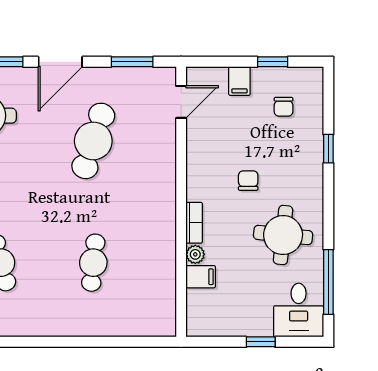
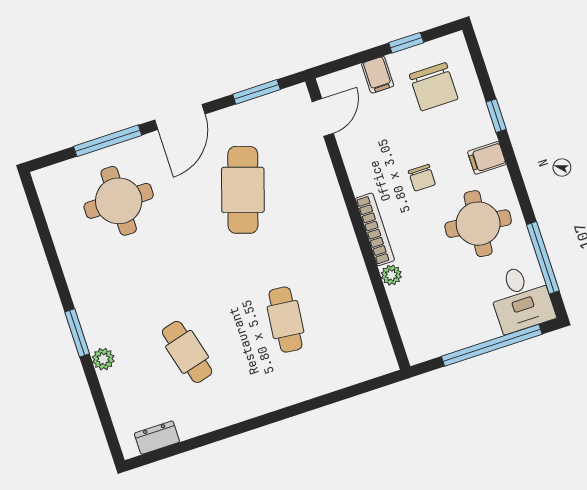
chair: (284, 107) -> (434, 87), width x1.87, depth x1.87
chair: (248, 181) -> (422, 178), turned 180
bookcase: (194, 223) -> (375, 229), width x1.56
filing cabinet: (201, 277) -> (487, 158), moved, turned 180
window: (261, 342) -> (492, 345), width x3.17

